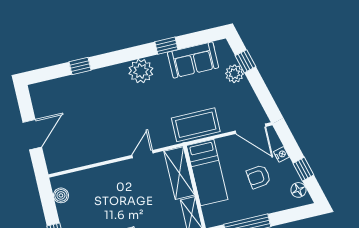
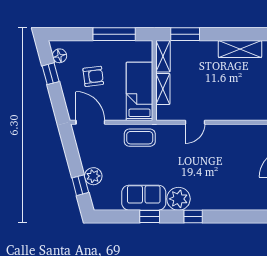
sofa: (193, 60) -> (144, 198), moved
window: (80, 66) -> (193, 217), moved
coffee table: (196, 125) -> (140, 138), width x0.73, depth x0.76
nightstand: (281, 154) -> (67, 92), removed
shelving: (179, 173) -> (163, 89), width x0.67, depth x0.75

